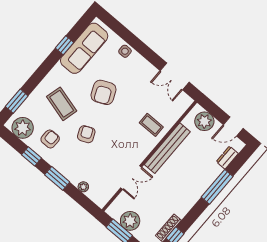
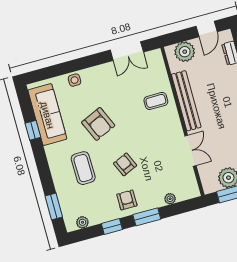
coffee table: (62, 104) -> (83, 168), turned 74
plant: (23, 128) -> (82, 222), width x0.53, depth x0.53
armchair: (50, 139) -> (127, 200), moved

